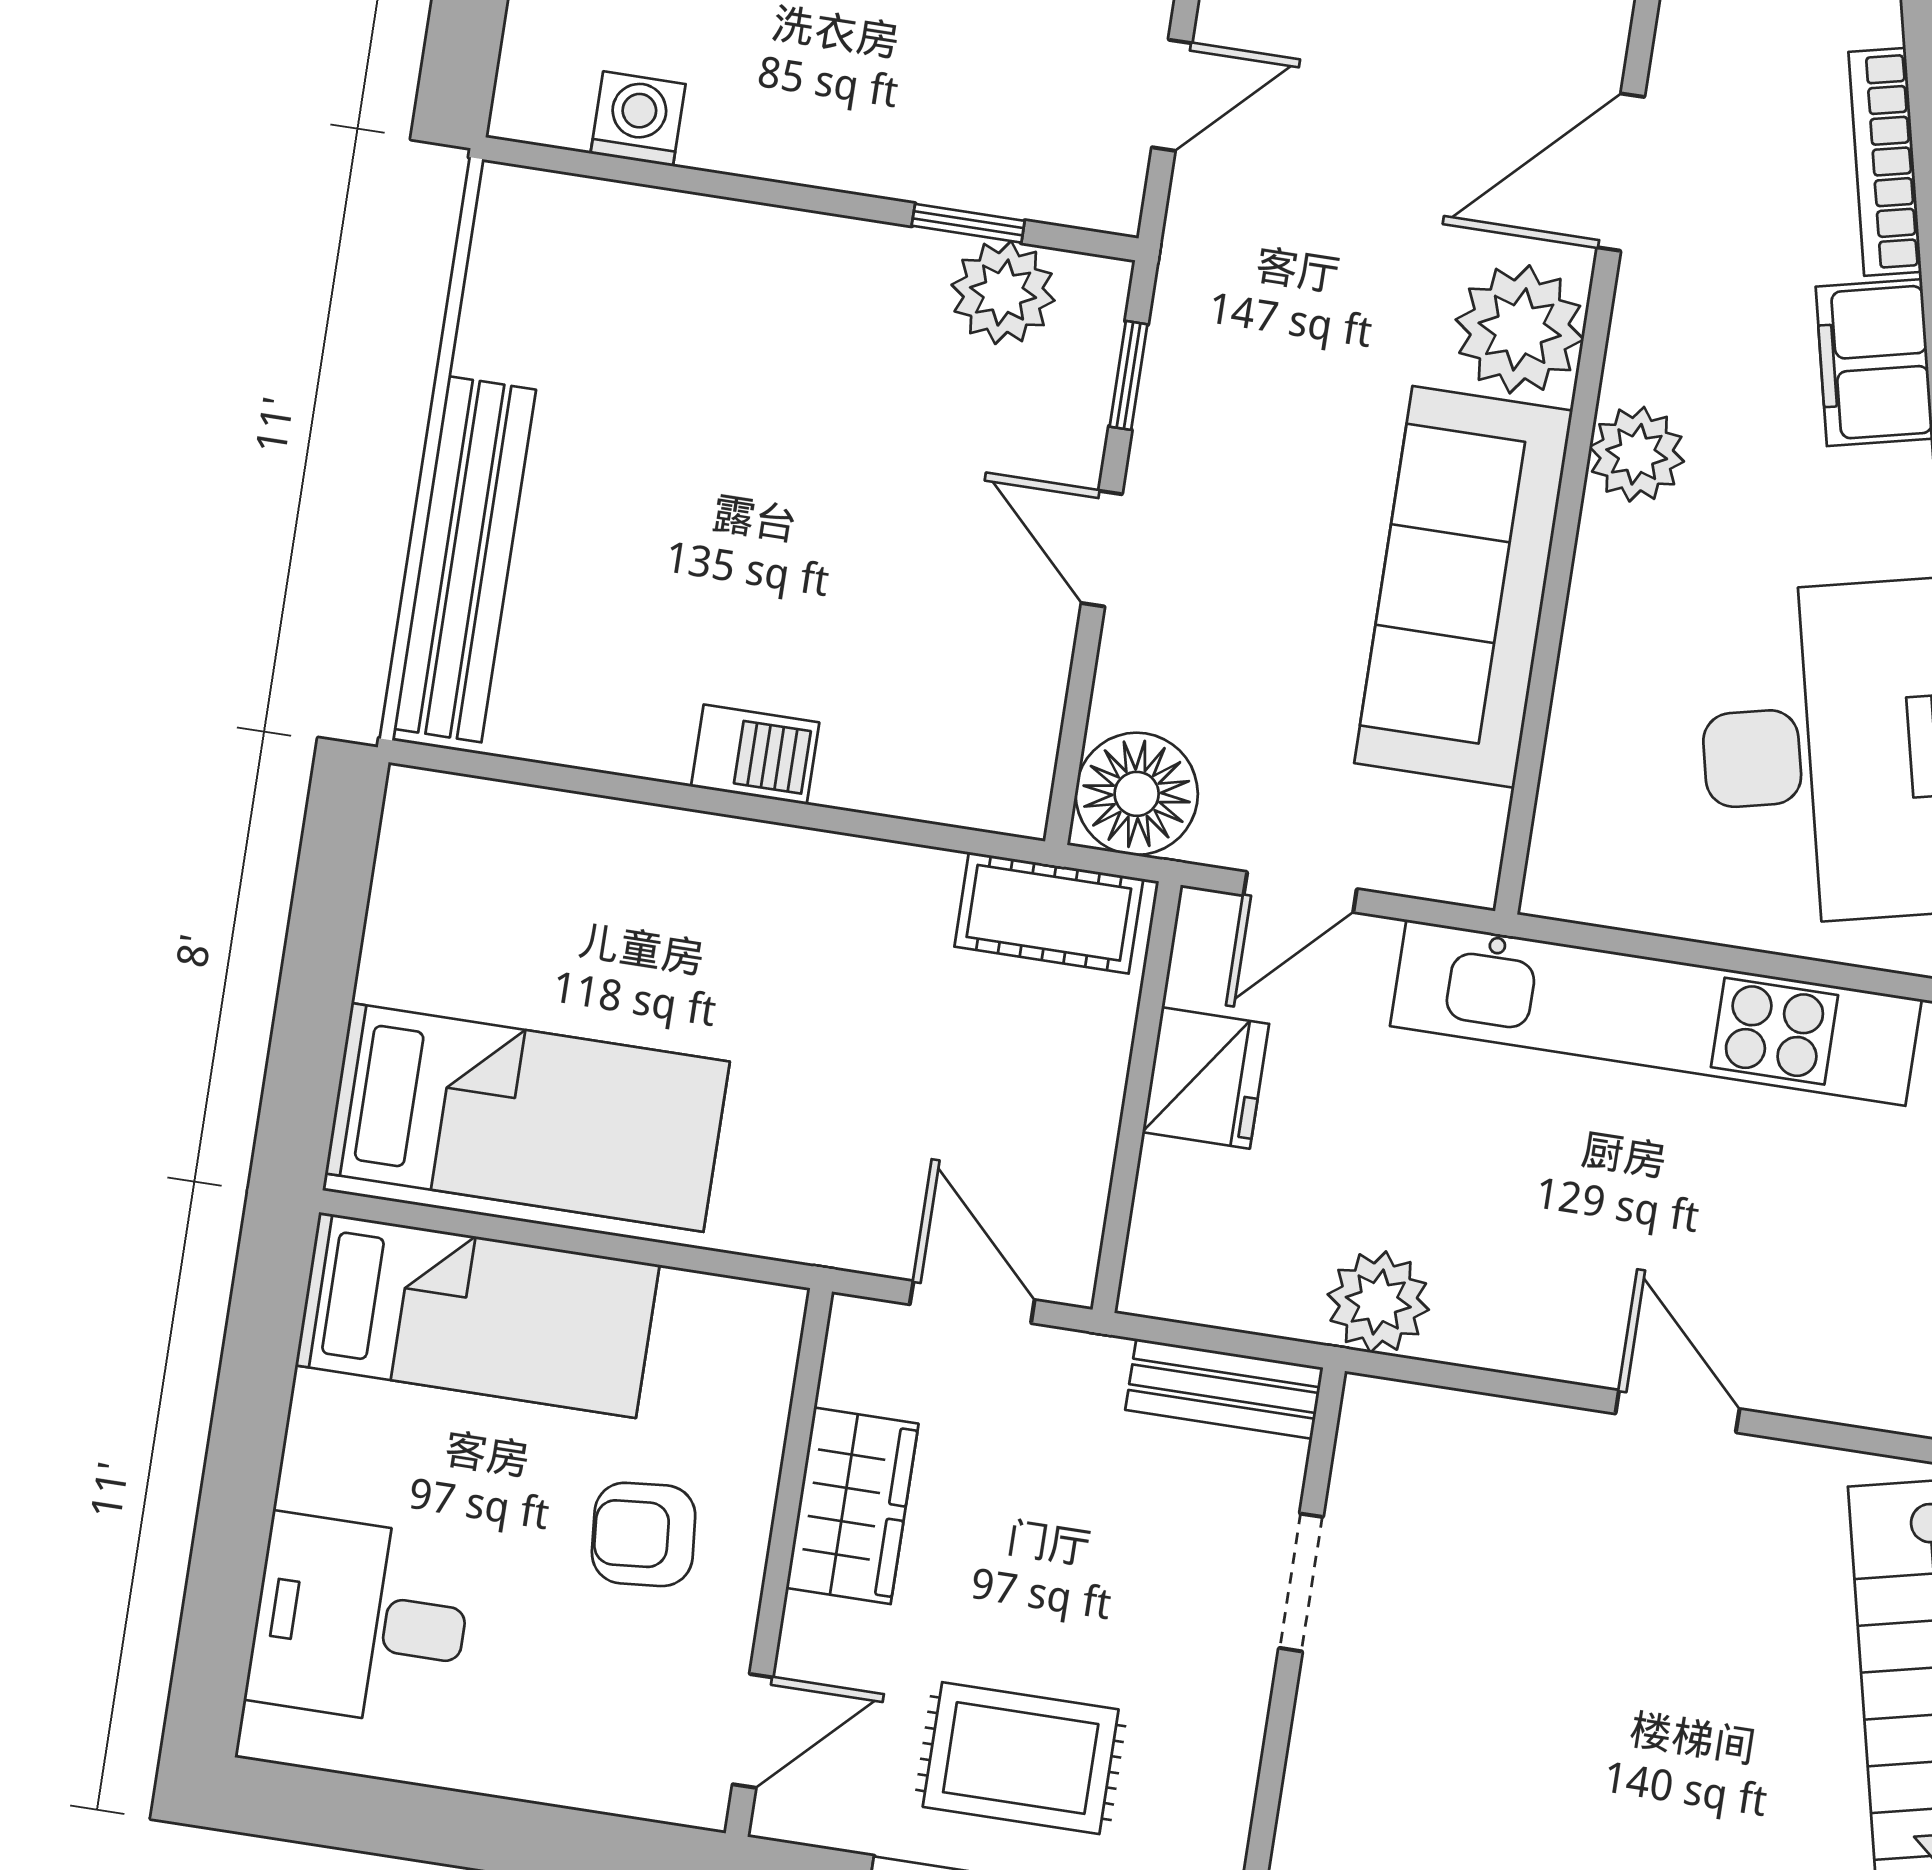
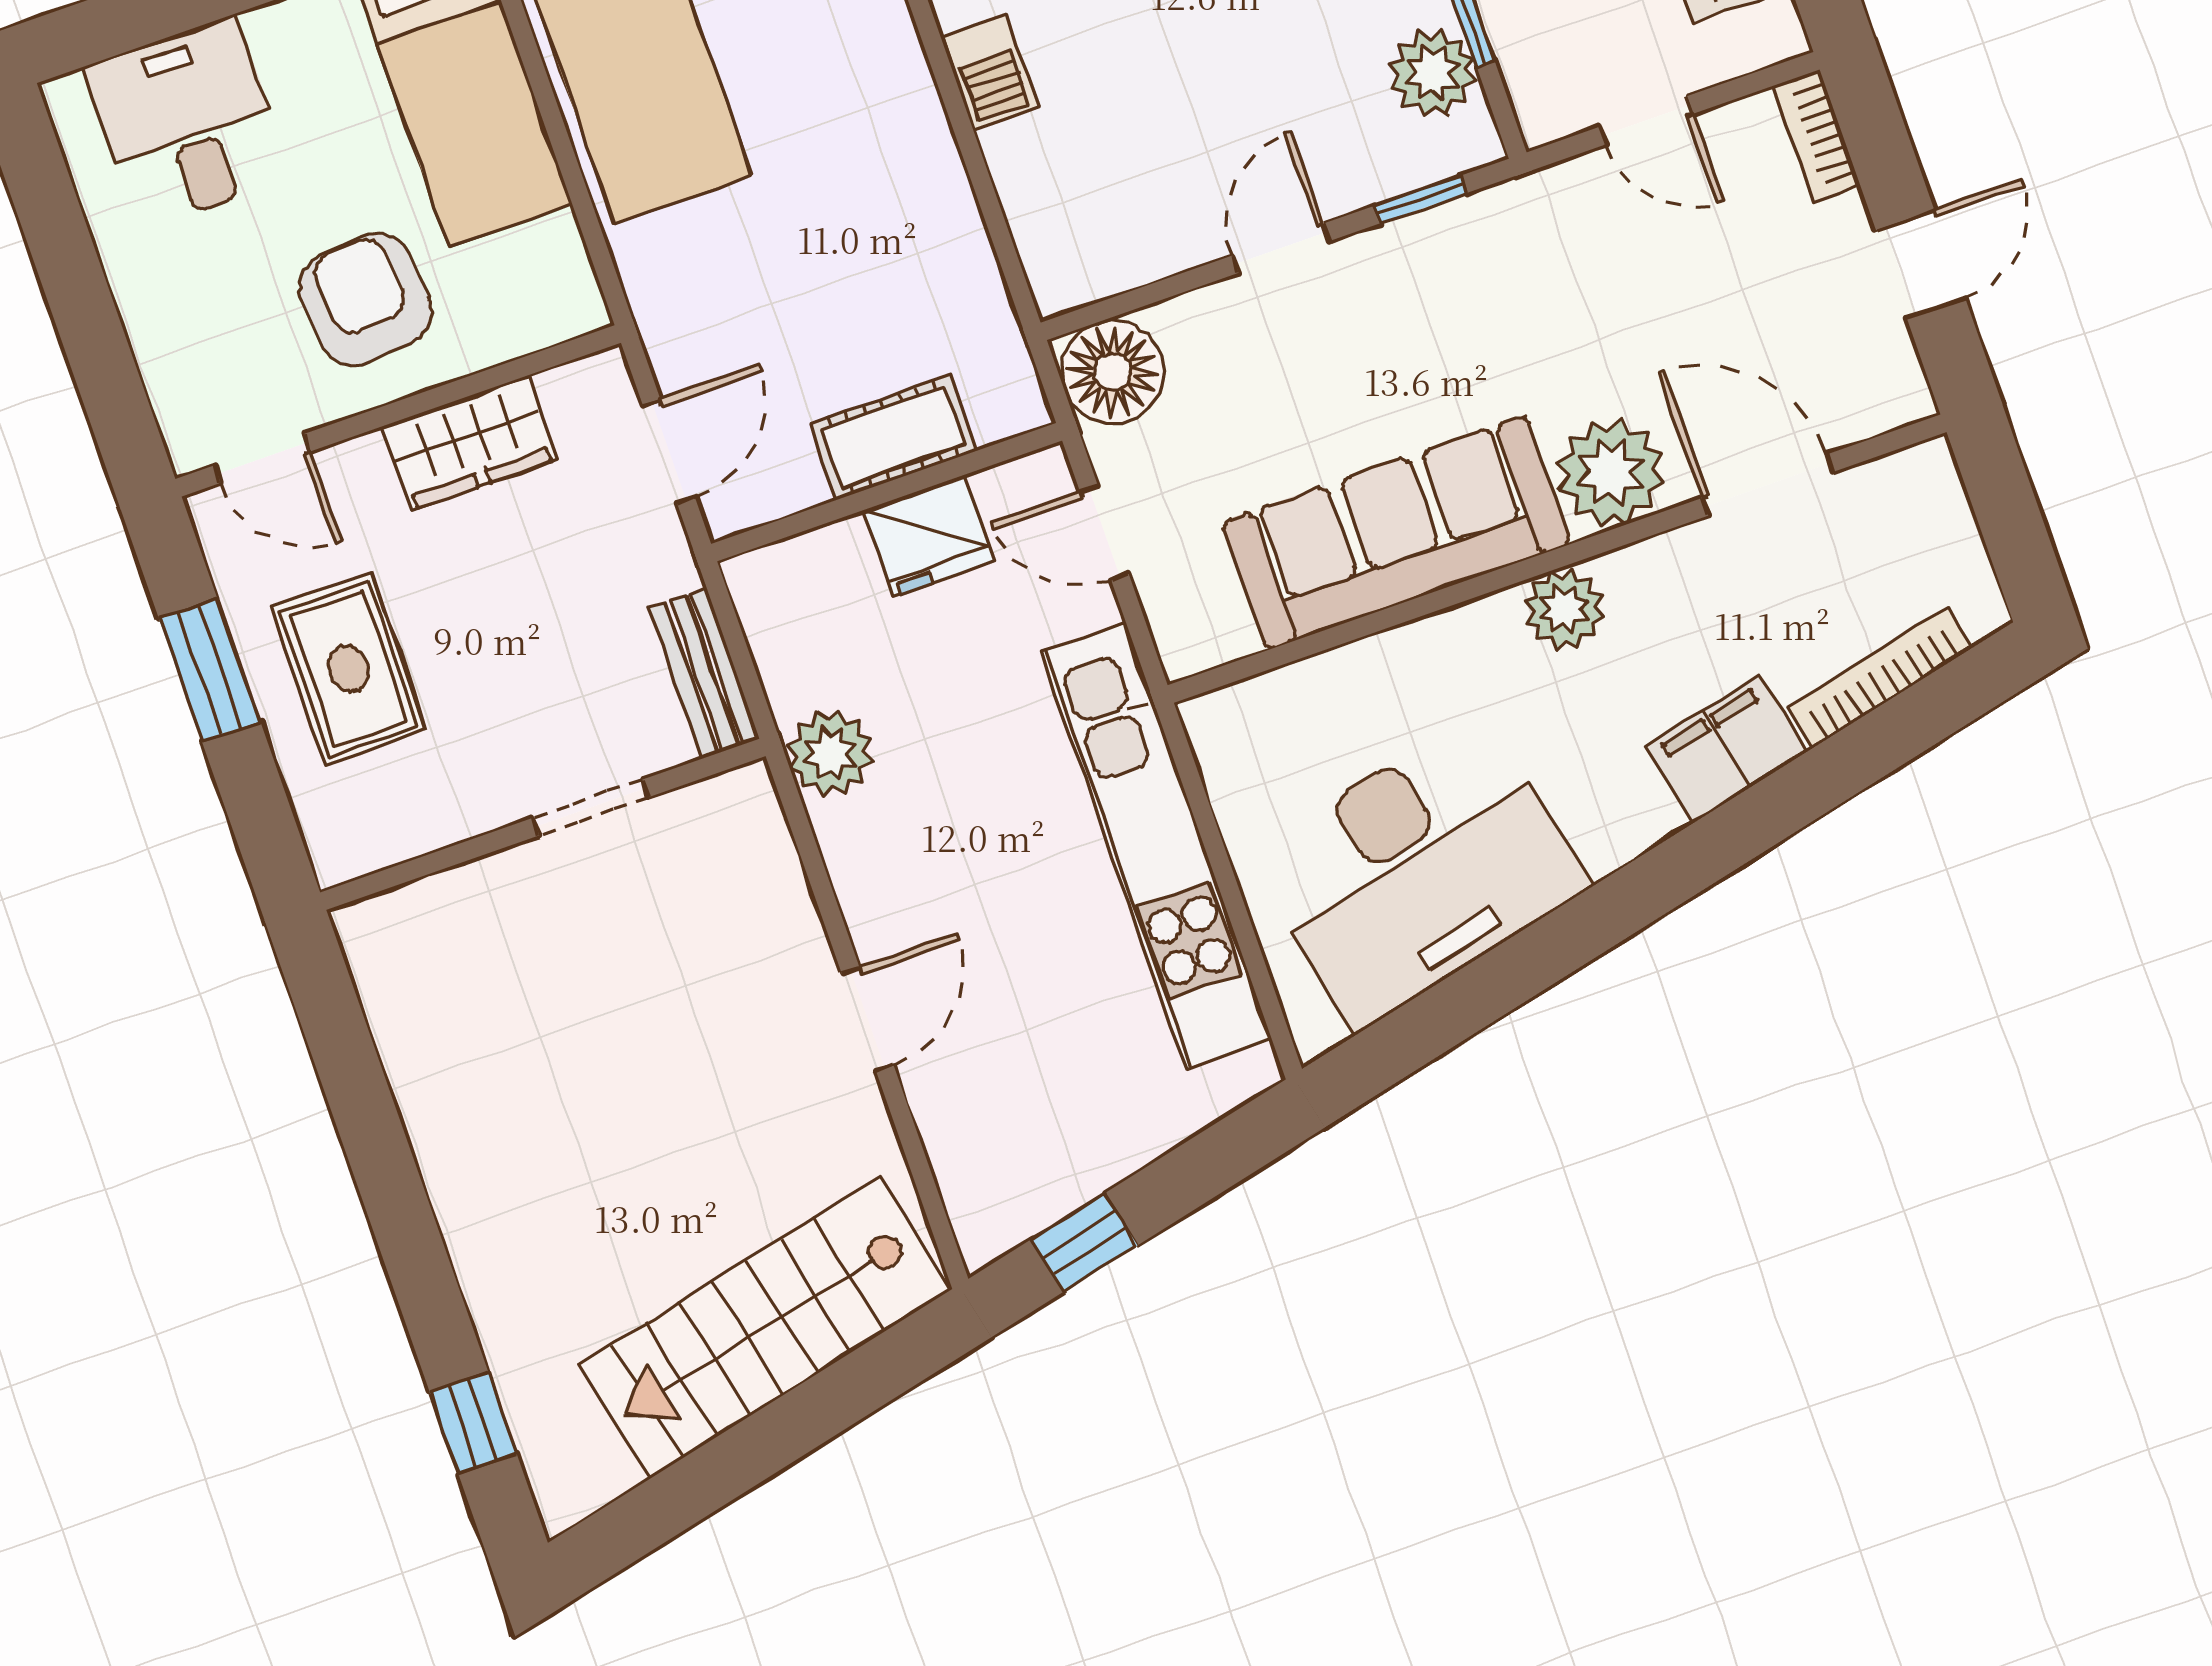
cot: (1049, 913) -> (893, 437), moved, turned 90
armchair: (644, 1534) -> (365, 299), width x1.38, depth x1.38

